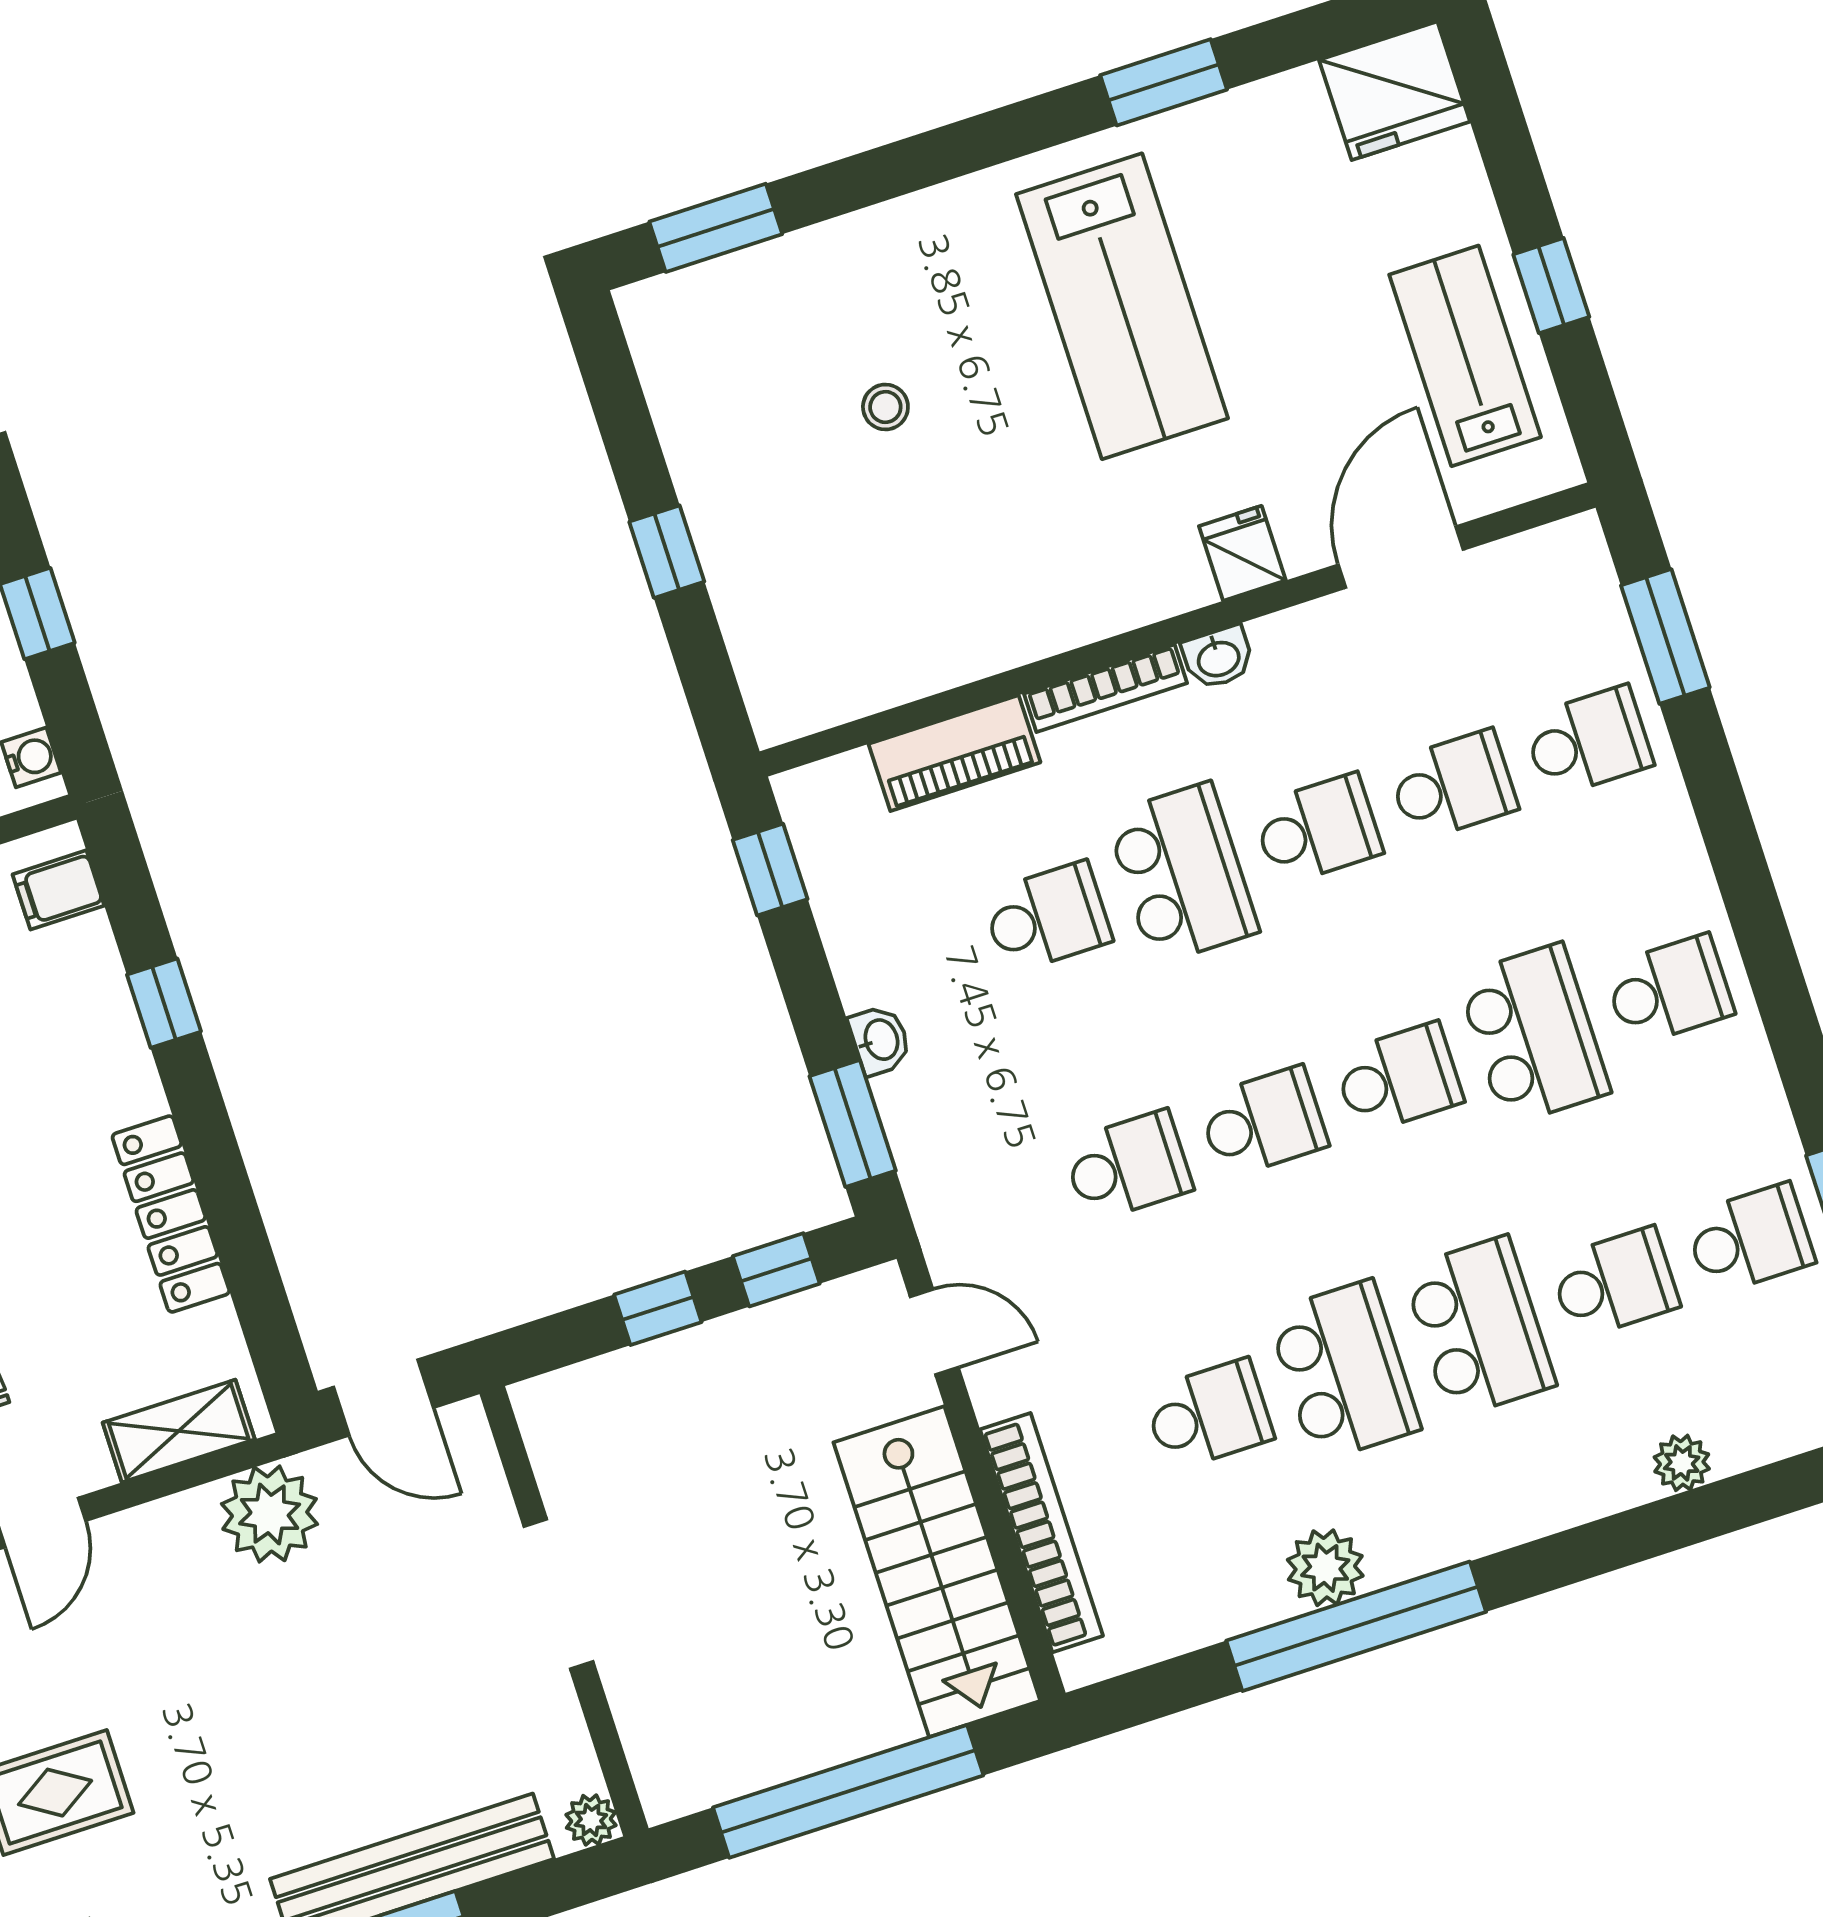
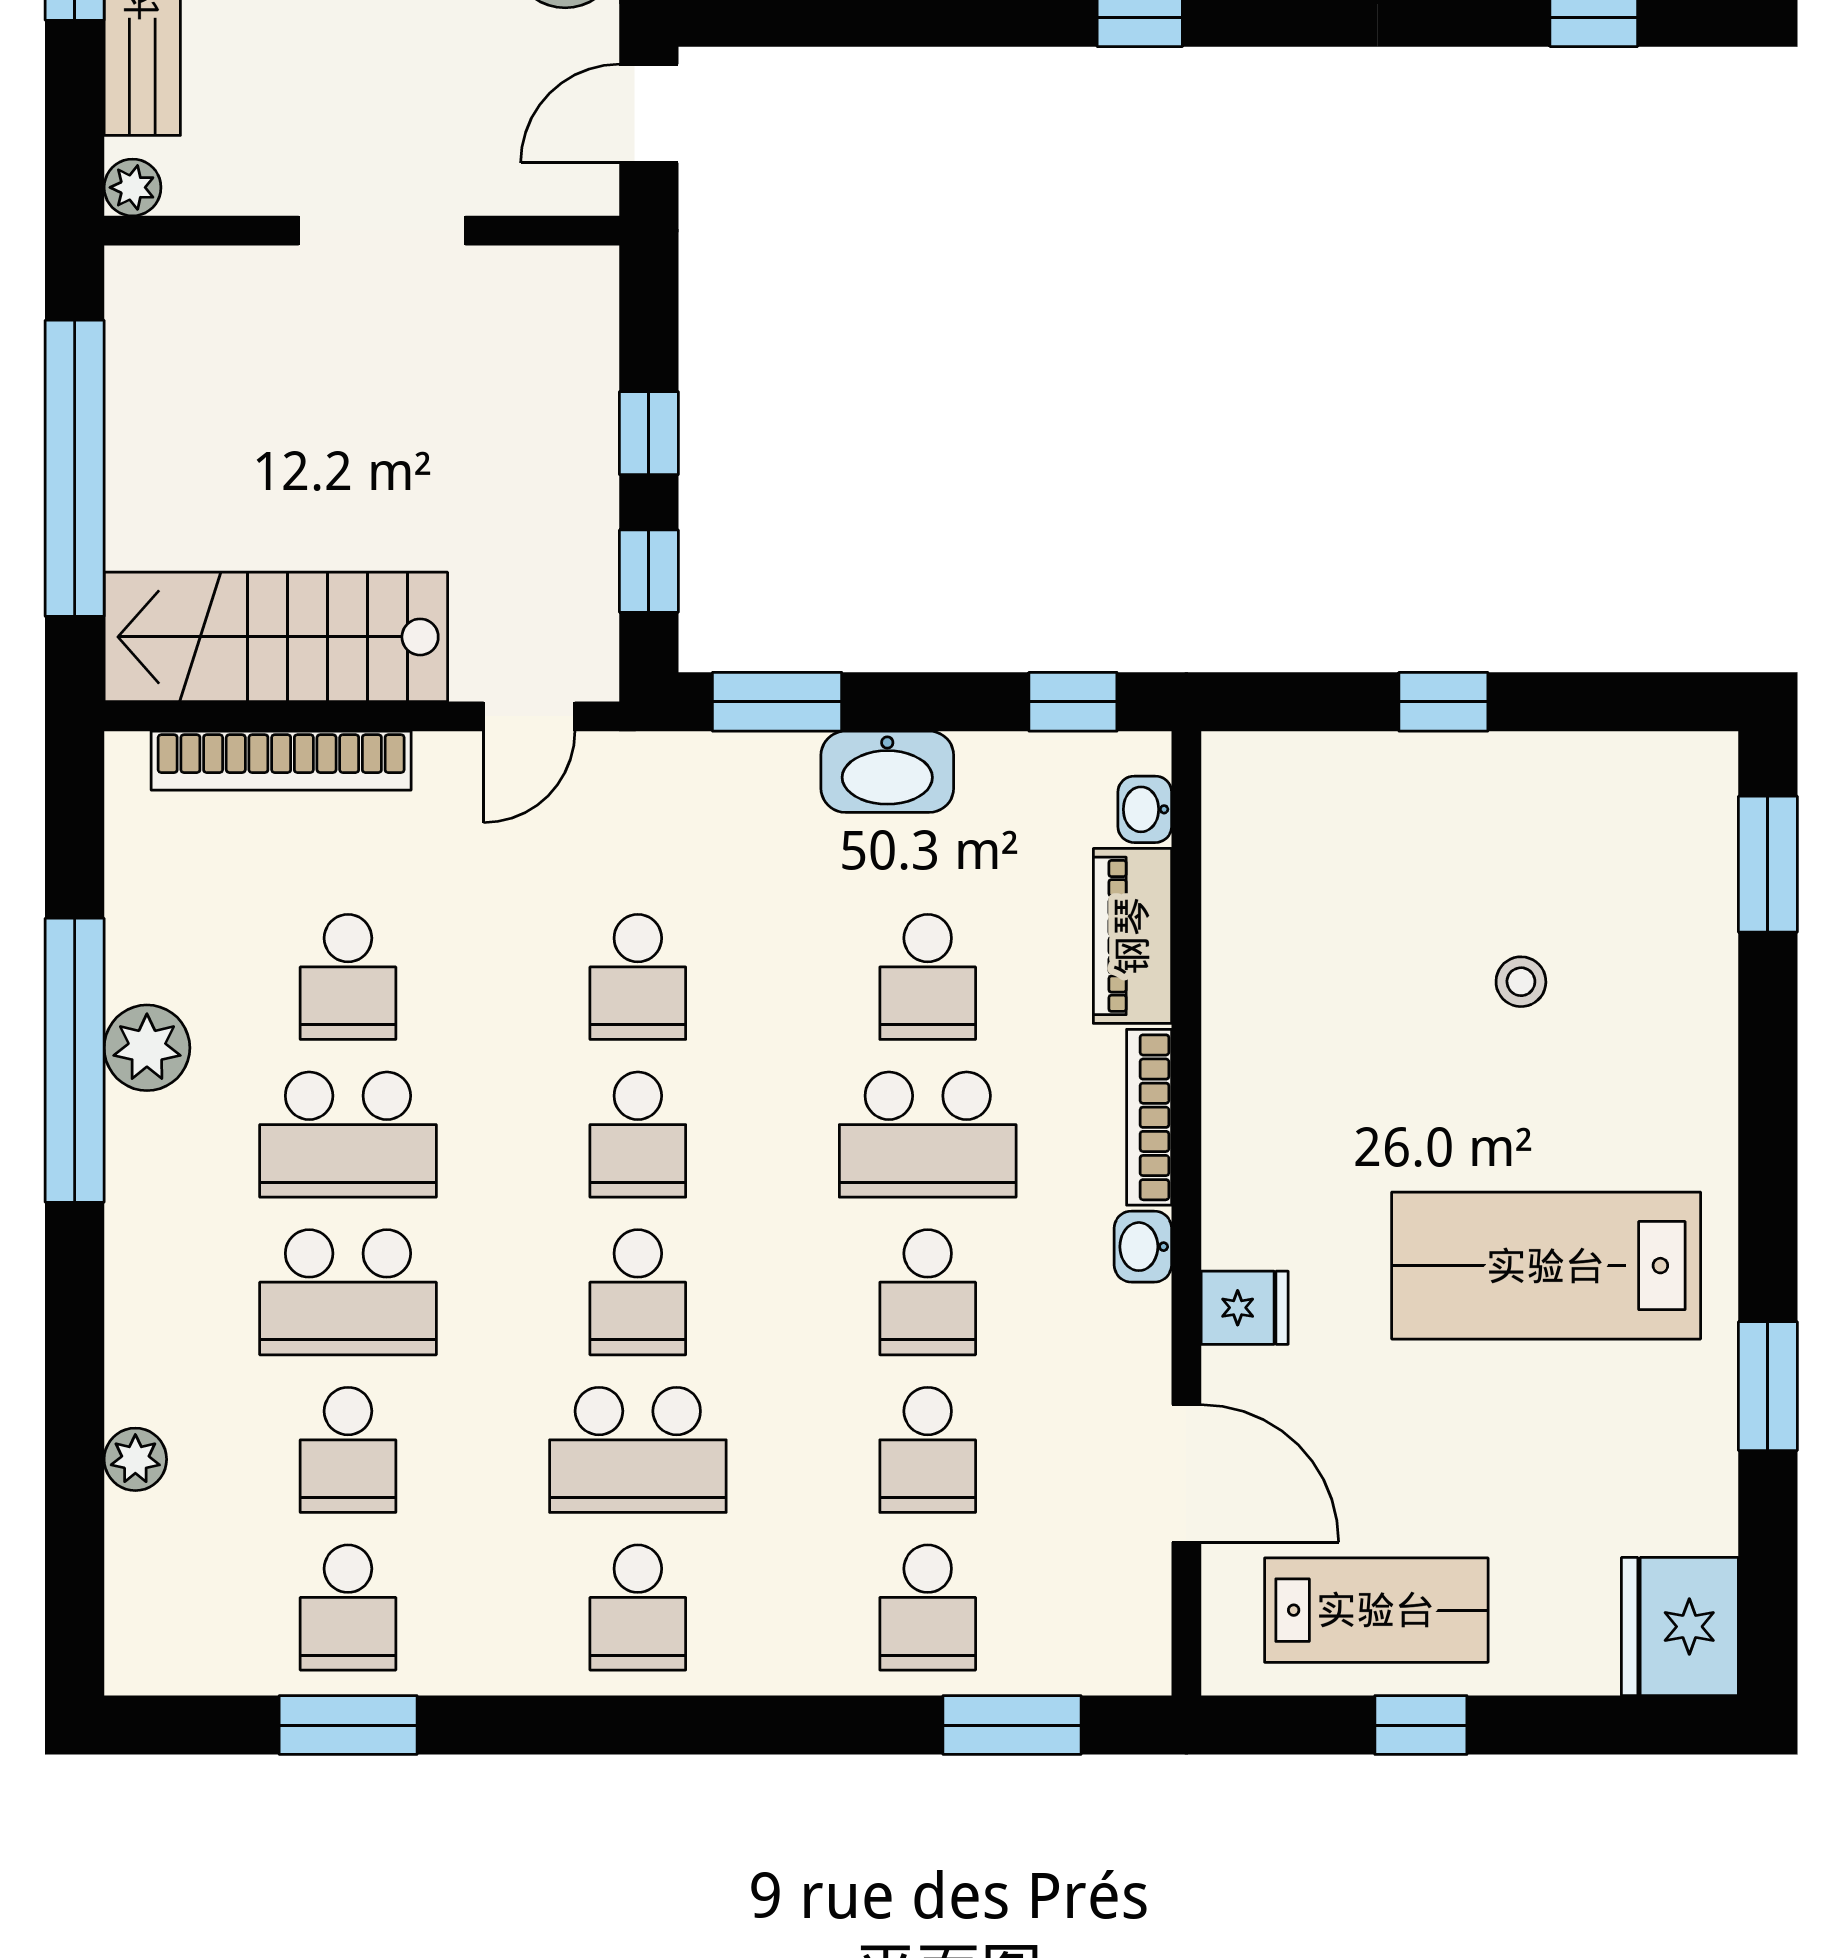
washbasin: (842, 778) -> (1145, 809), added
washbasin: (880, 1040) -> (887, 772), width x1.91, depth x1.45

